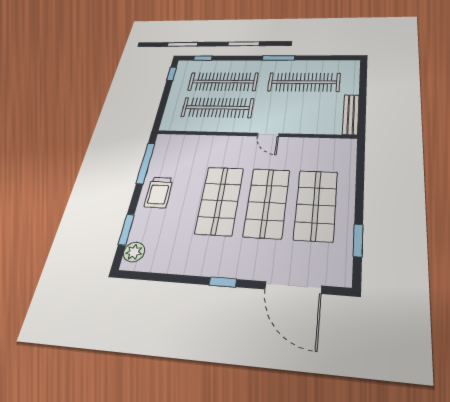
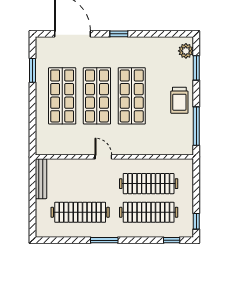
trolley: (159, 192) -> (179, 100), turned 180

